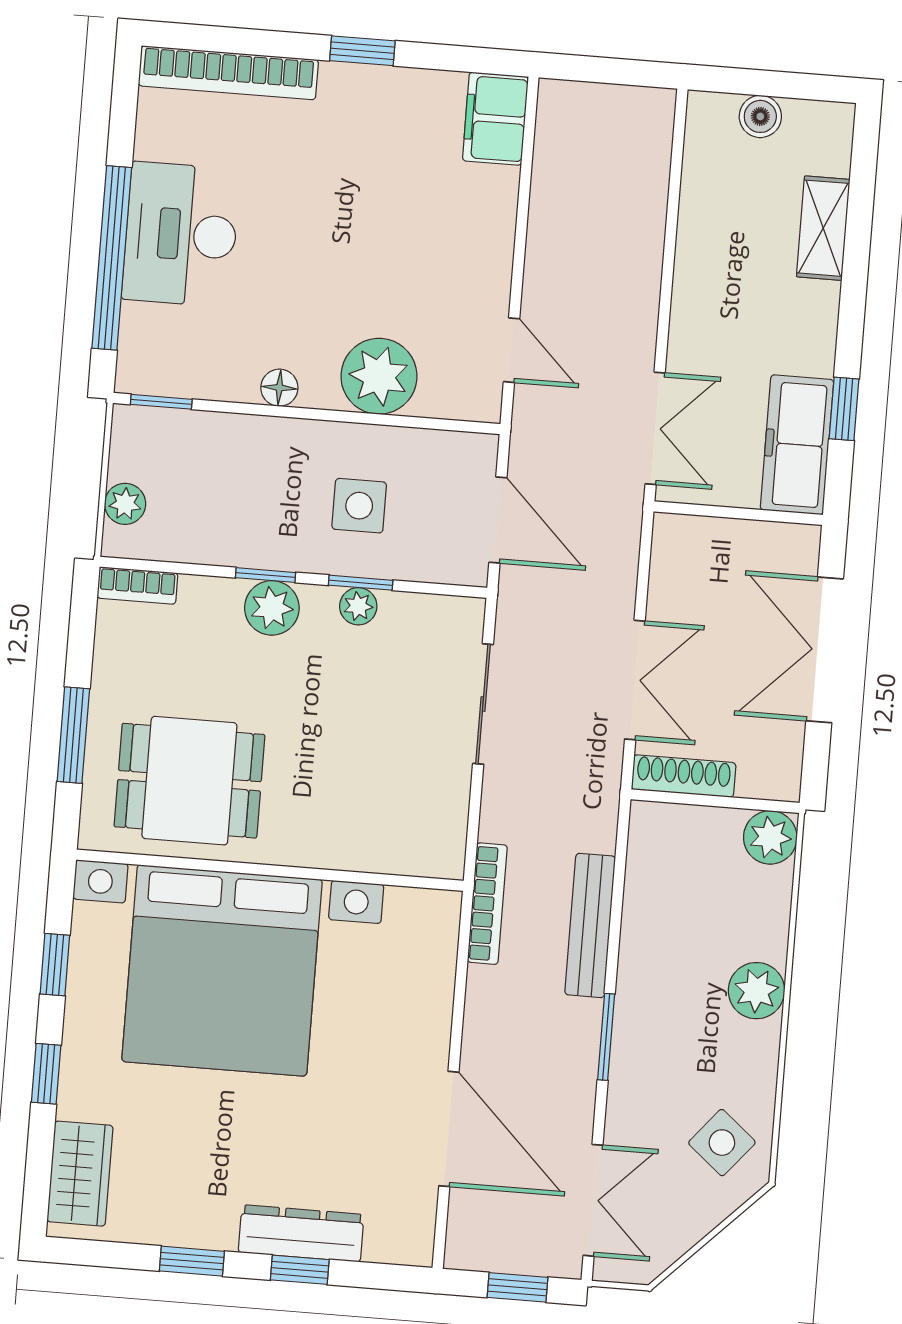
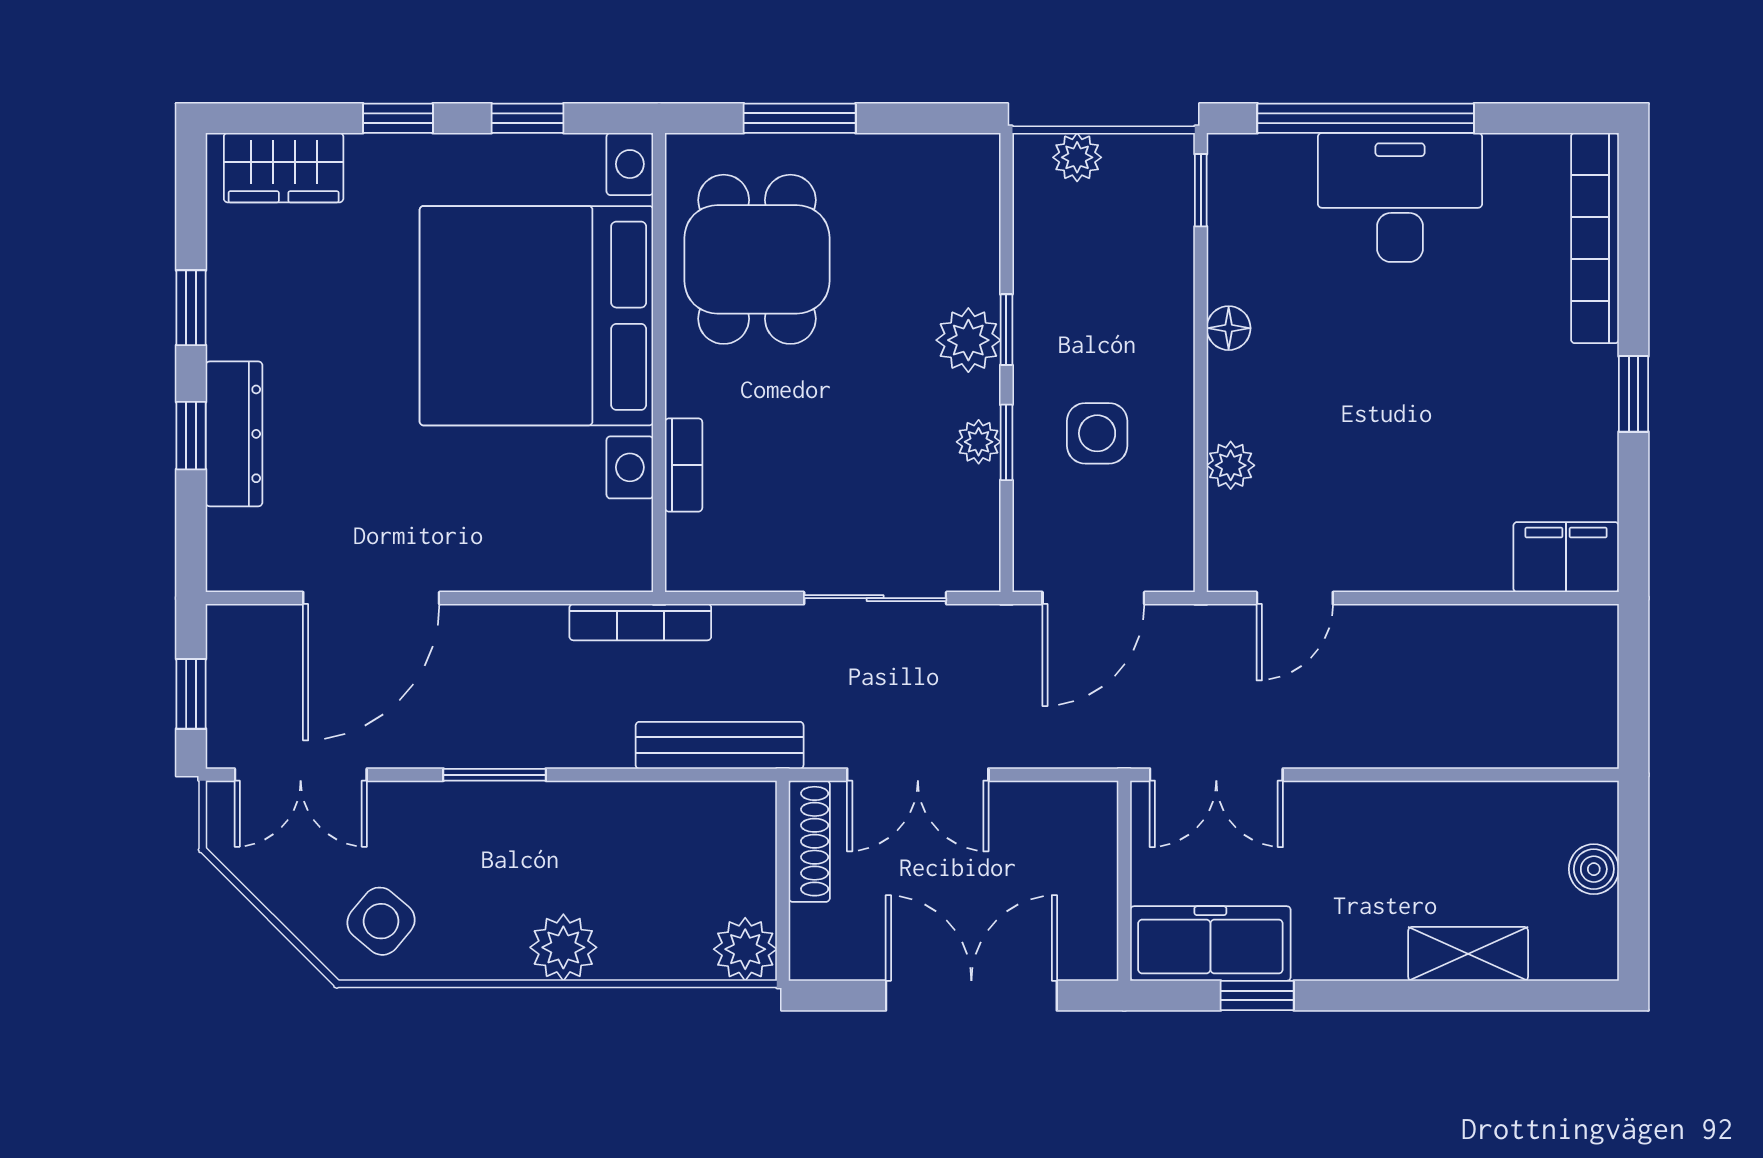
plant: (379, 376) -> (1231, 465), width x0.53, depth x0.53
bookcase: (137, 586) -> (684, 465), moved, turned 180
bench: (590, 925) -> (720, 745), moved

